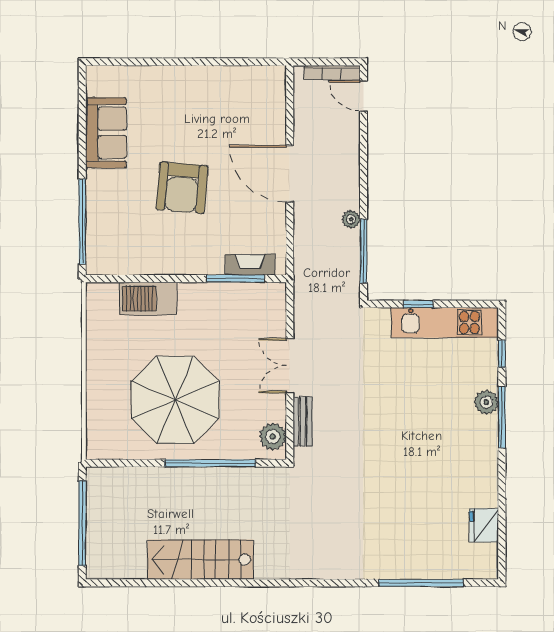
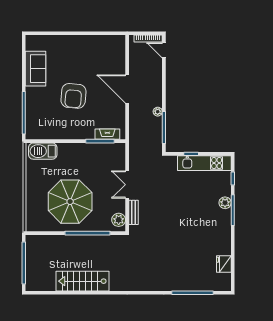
barbecue: (148, 299) -> (43, 151), moved

